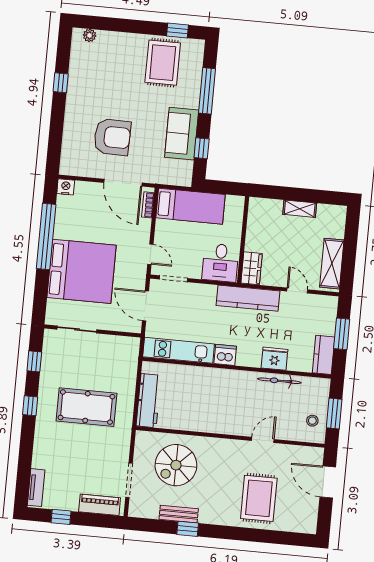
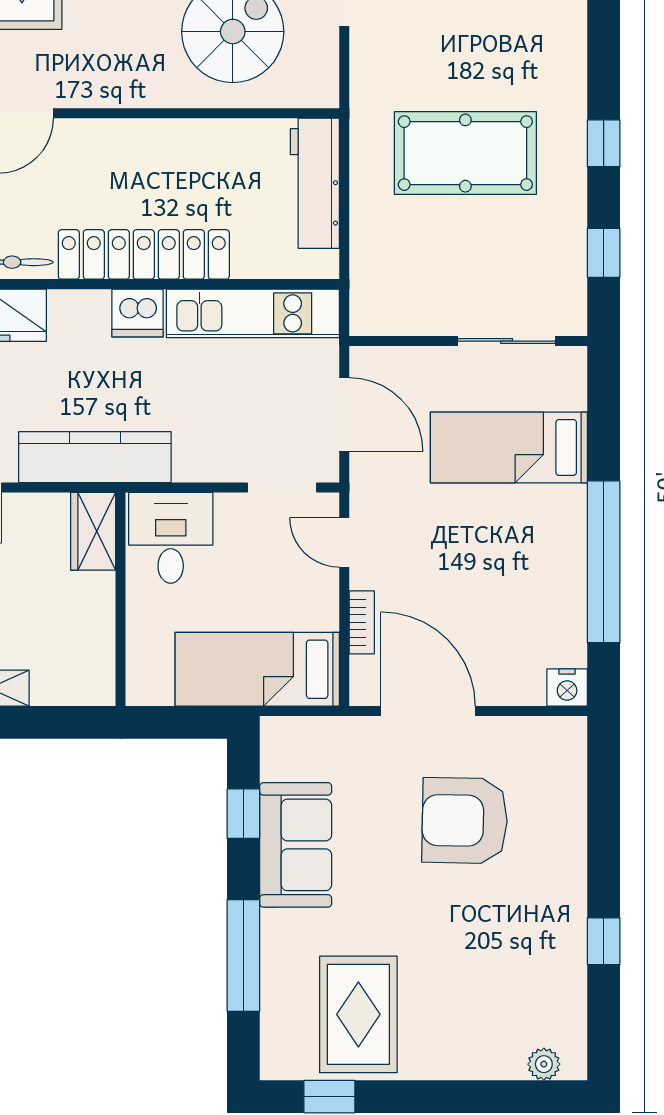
bookcase: (148, 205) -> (362, 622), moved
bed: (82, 271) -> (509, 447), width x0.49
locker: (220, 378) -> (144, 254), added

